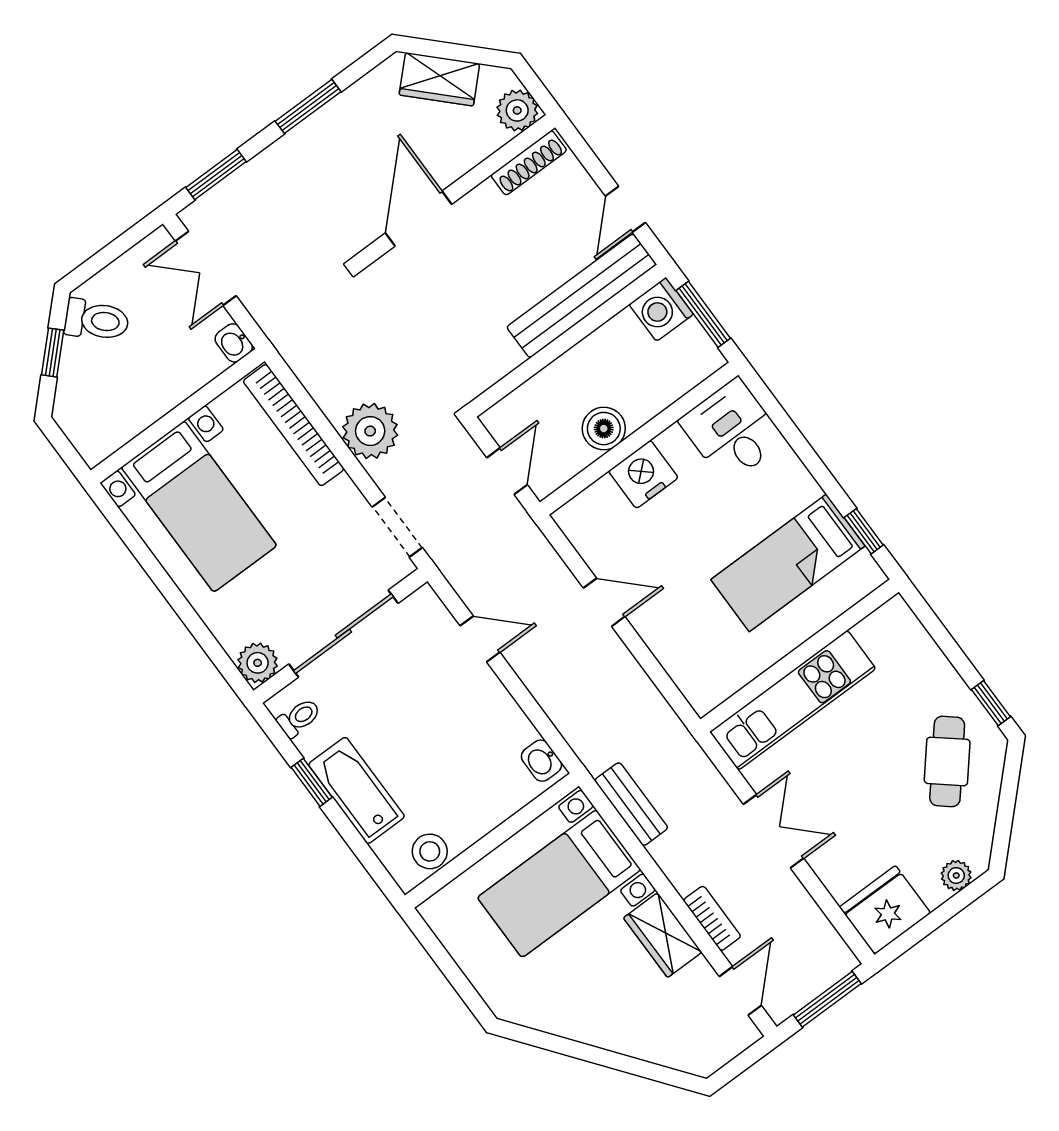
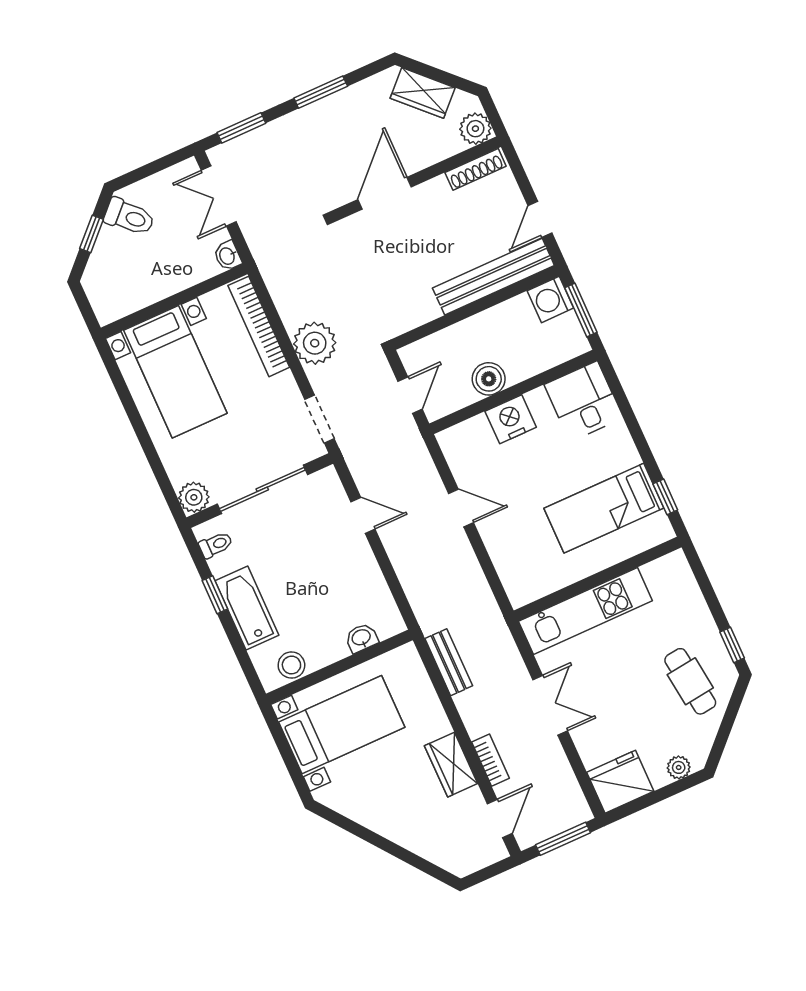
washbasin: (541, 761) -> (361, 638), moved, turned 90
cafe table: (947, 761) -> (690, 681), turned -47
bed with nightstands: (559, 884) -> (342, 725), moved, turned 180

